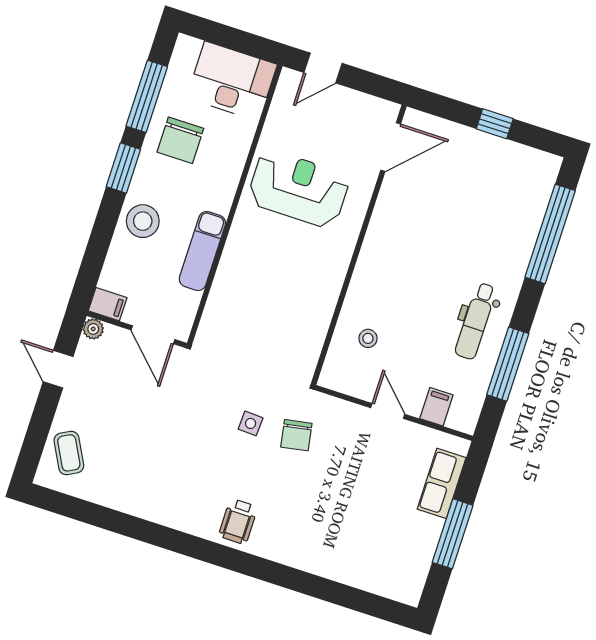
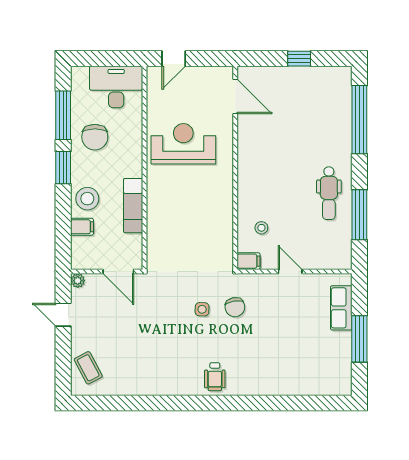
door: (391, 147) -> (235, 96), hinge flipped
filing cabinet: (108, 304) -> (82, 227), moved
filing cabinet: (436, 407) -> (249, 261), moved, turned 90

